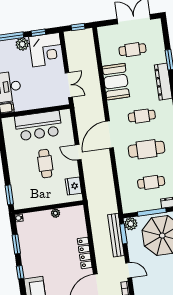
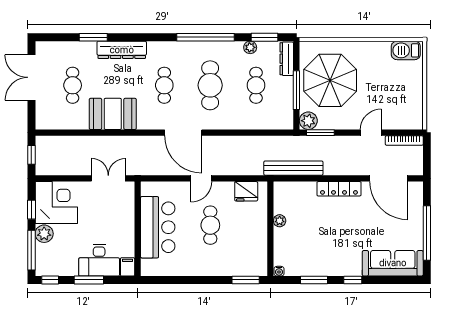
cafe table: (45, 164) -> (210, 225), turned 90
bench: (116, 235) -> (293, 168), moved

